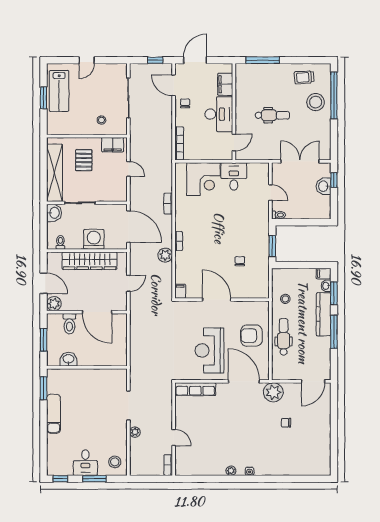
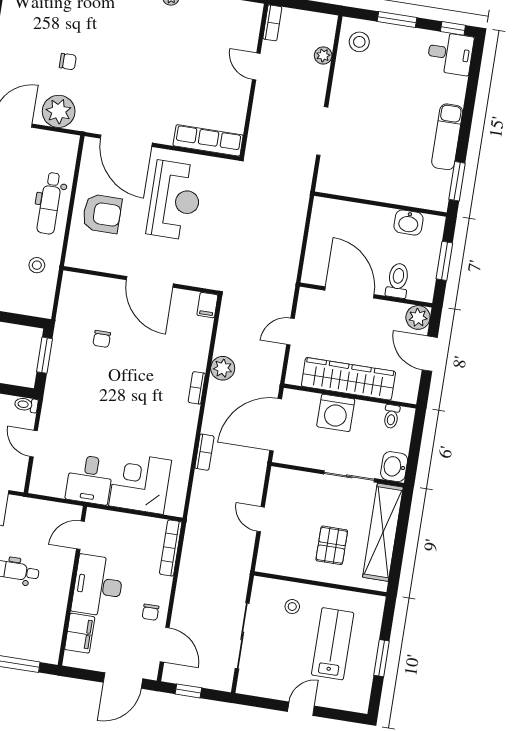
lab bench: (59, 91) -> (333, 644), moved
filing cabinet: (113, 145) -> (280, 563), removed
door: (128, 227) -> (276, 425), hinge flipped
plant: (273, 392) -> (59, 111), moved
plant: (135, 432) -> (323, 55), moved
desk: (85, 463) -> (450, 53), moved, turned 90

